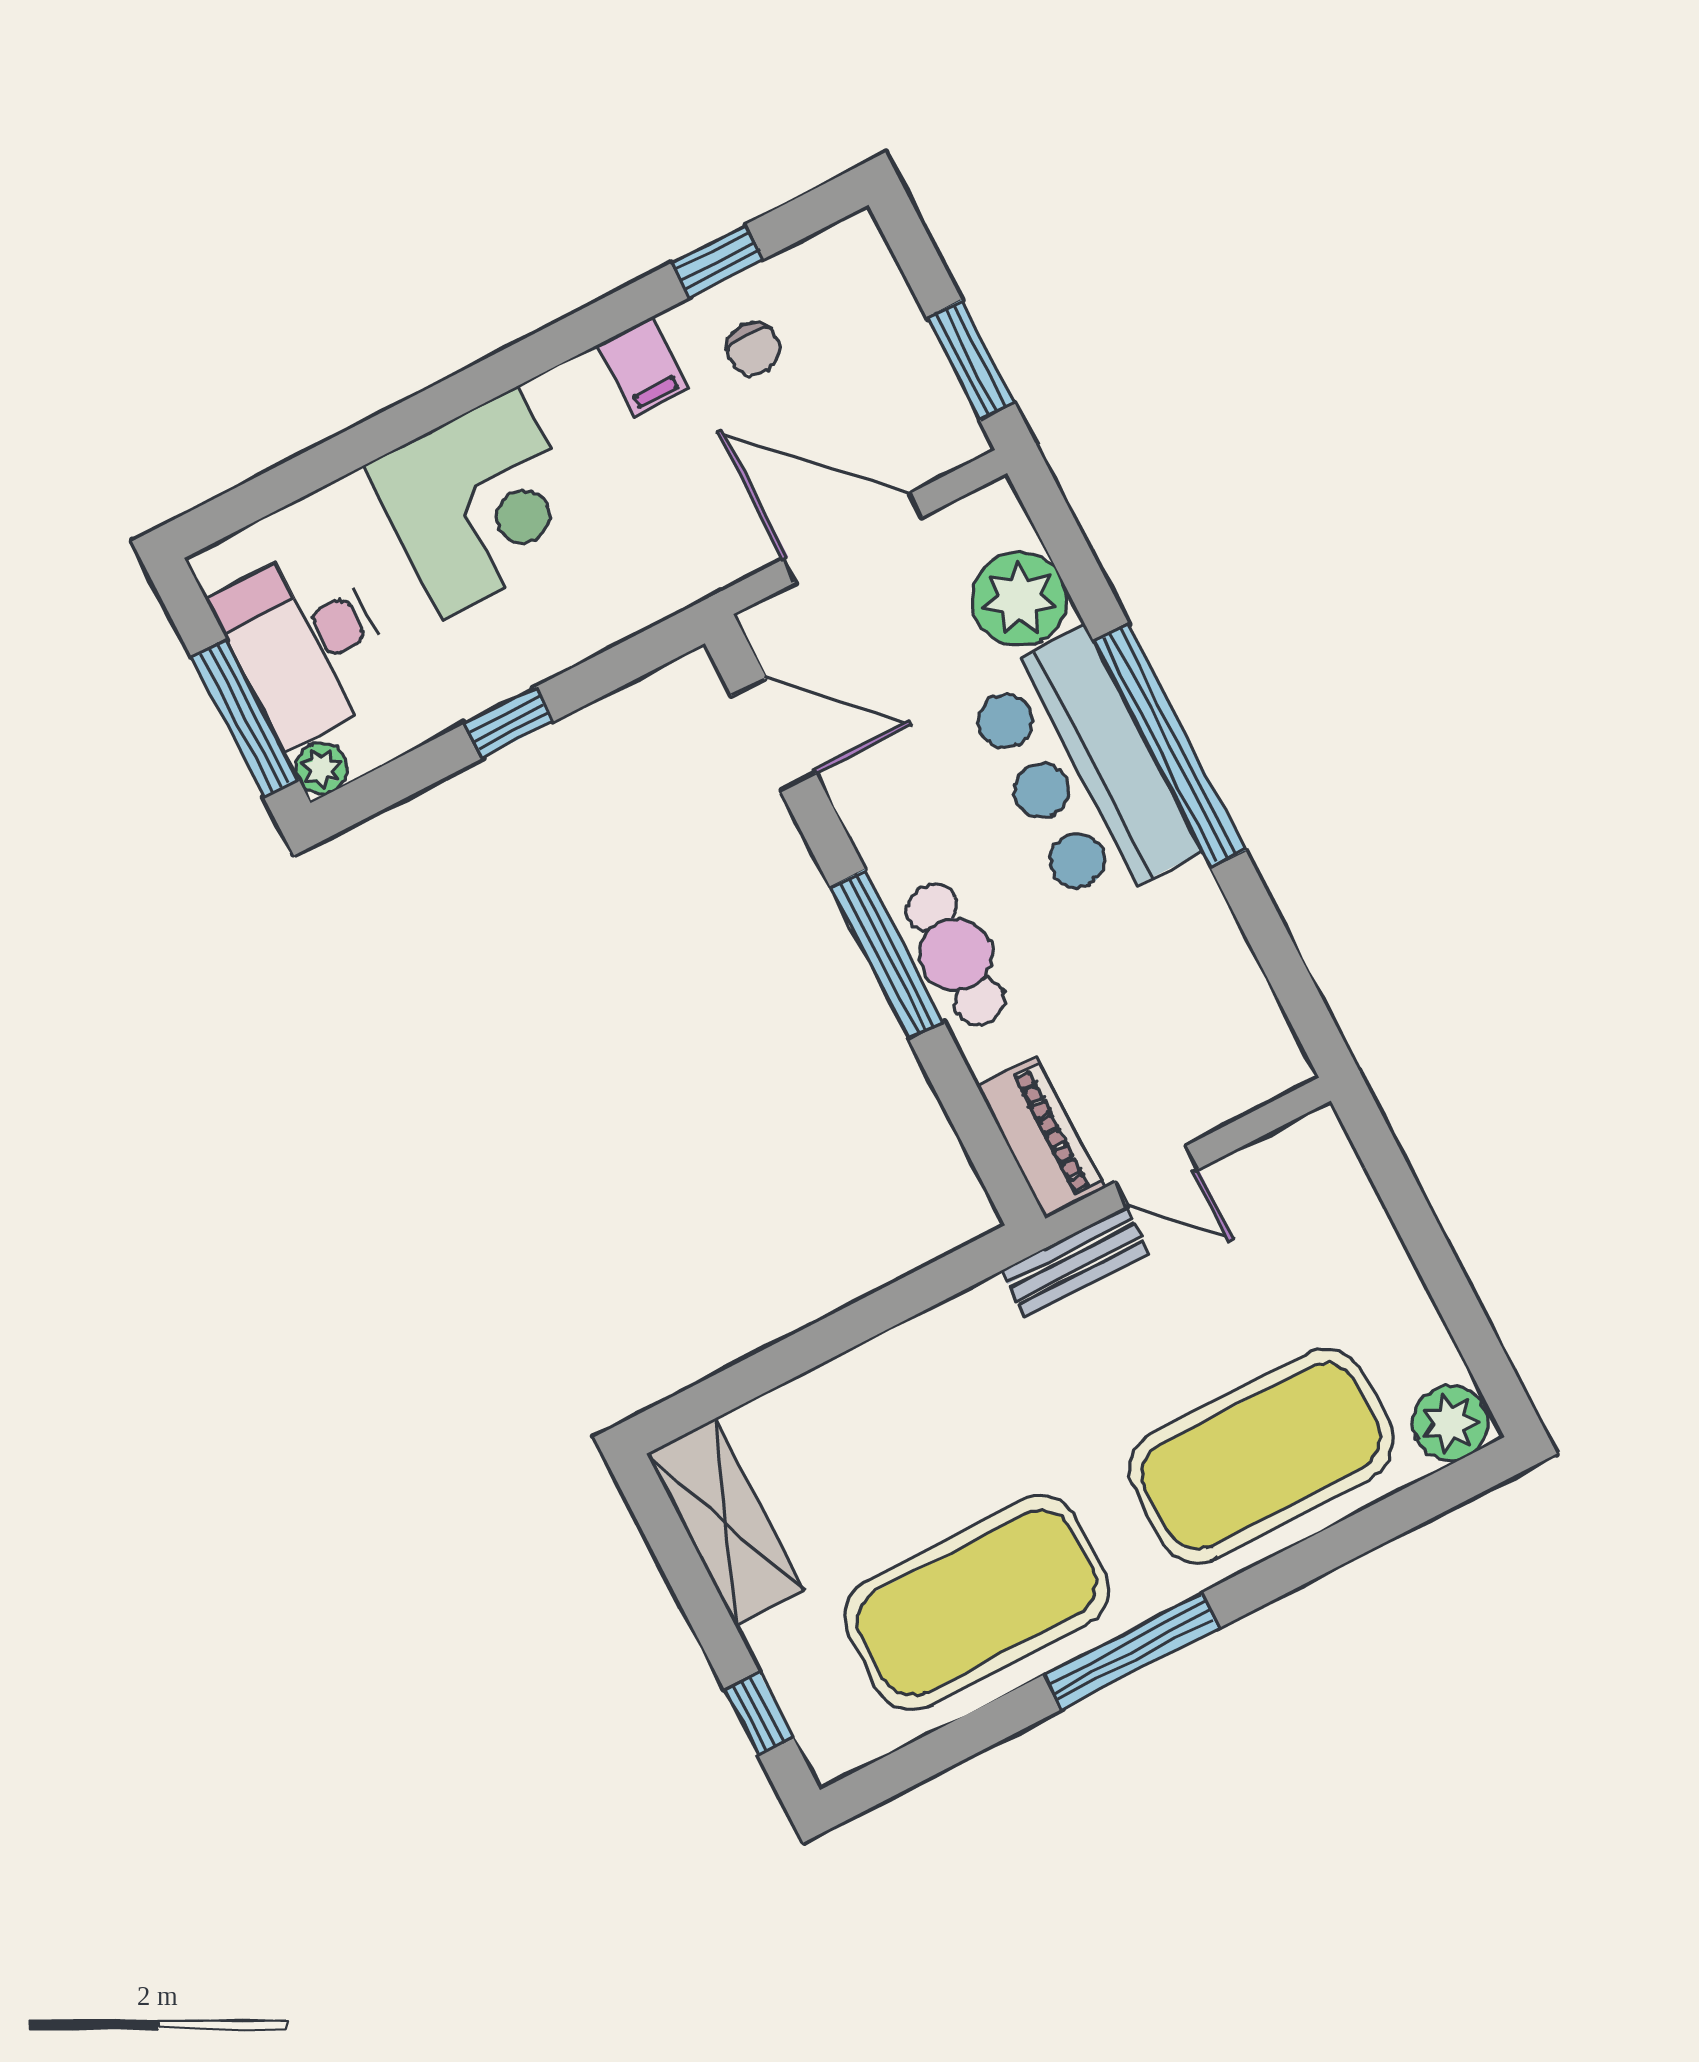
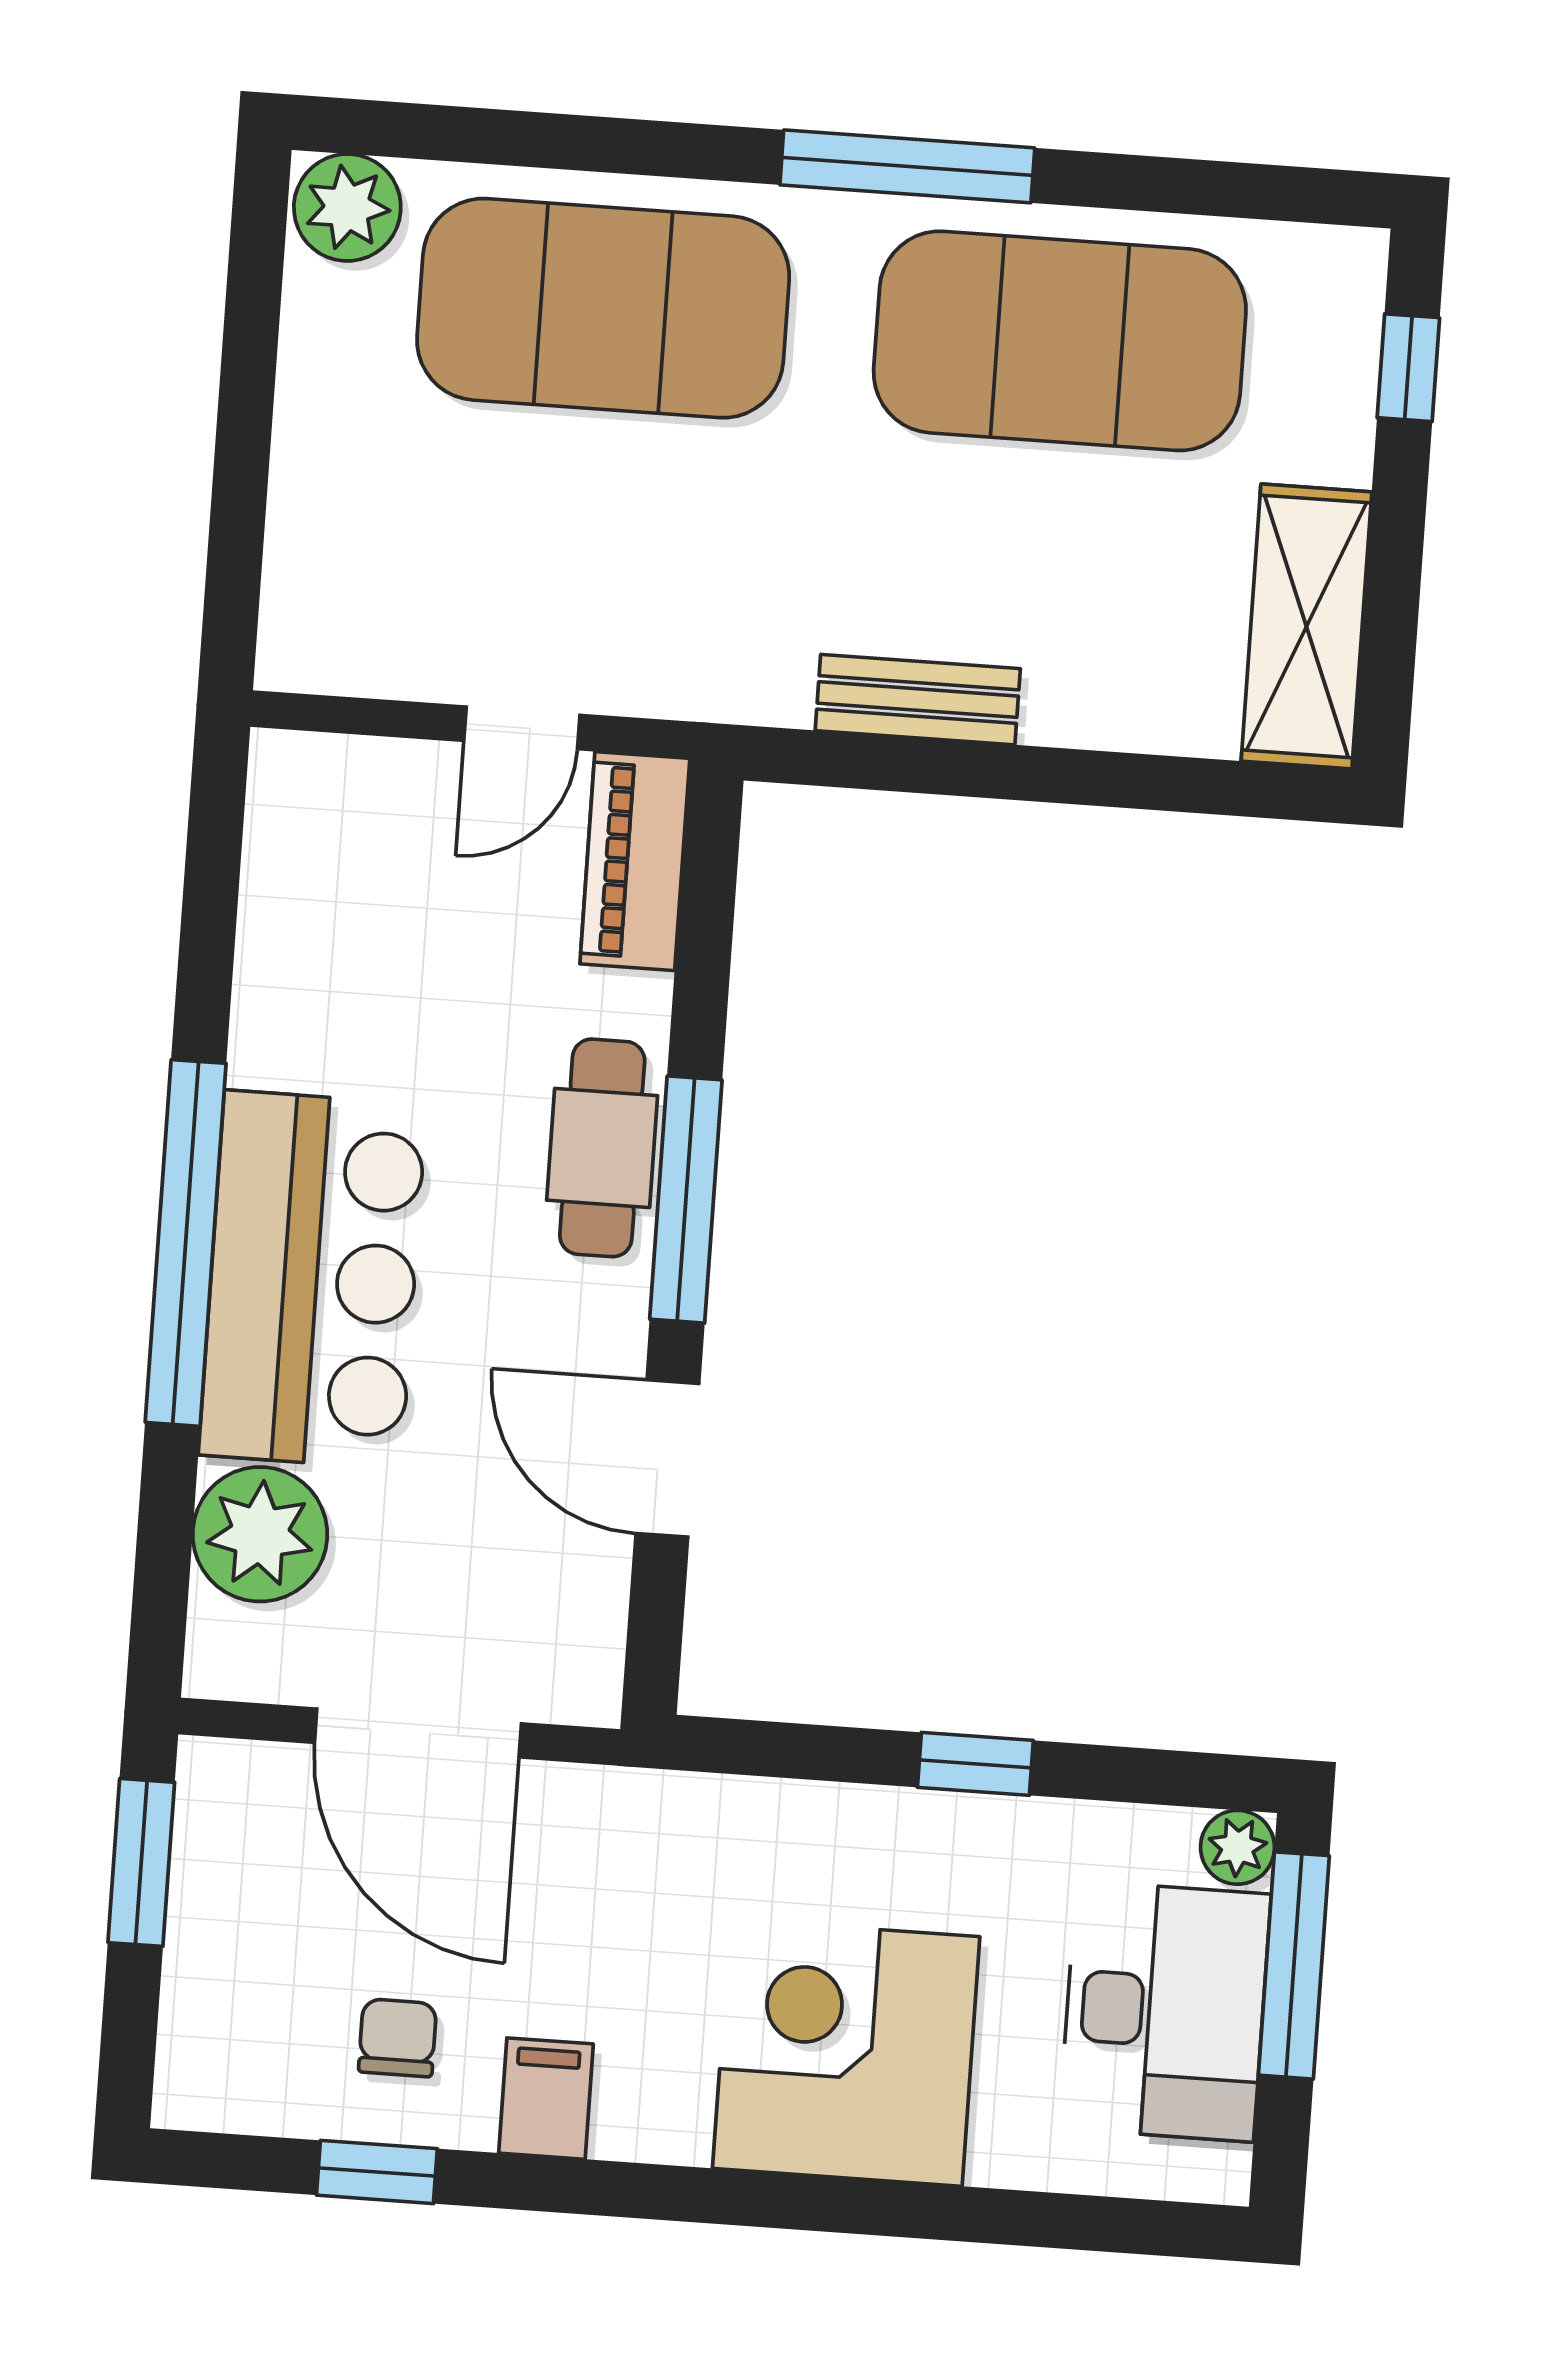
door: (774, 735) -> (667, 1458), moved
door: (1157, 1176) -> (522, 728), swing flipped
bench: (1075, 1262) -> (918, 700), moved

